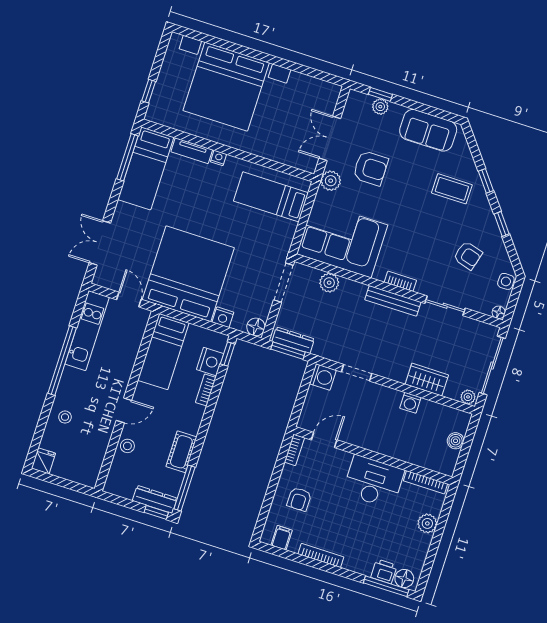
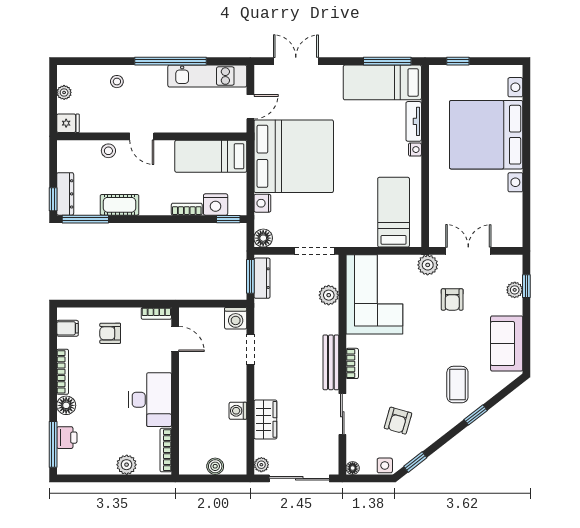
armchair: (370, 168) -> (452, 299), width x0.72, depth x0.72
window: (502, 224) -> (415, 462), moved
fridge: (43, 461) -> (68, 123), moved
plant: (59, 470) -> (64, 92), added
floor lamp: (404, 578) -> (66, 405), moved

